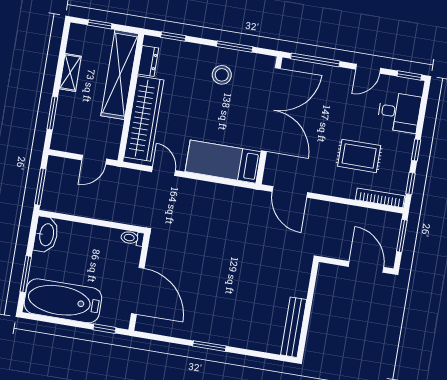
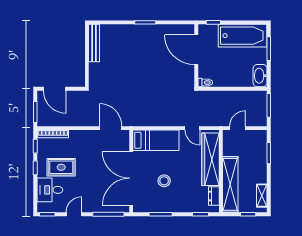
shelving: (70, 72) -> (262, 196), moved
stool: (222, 75) -> (164, 181), moved
rug: (359, 156) -> (61, 167), moved

